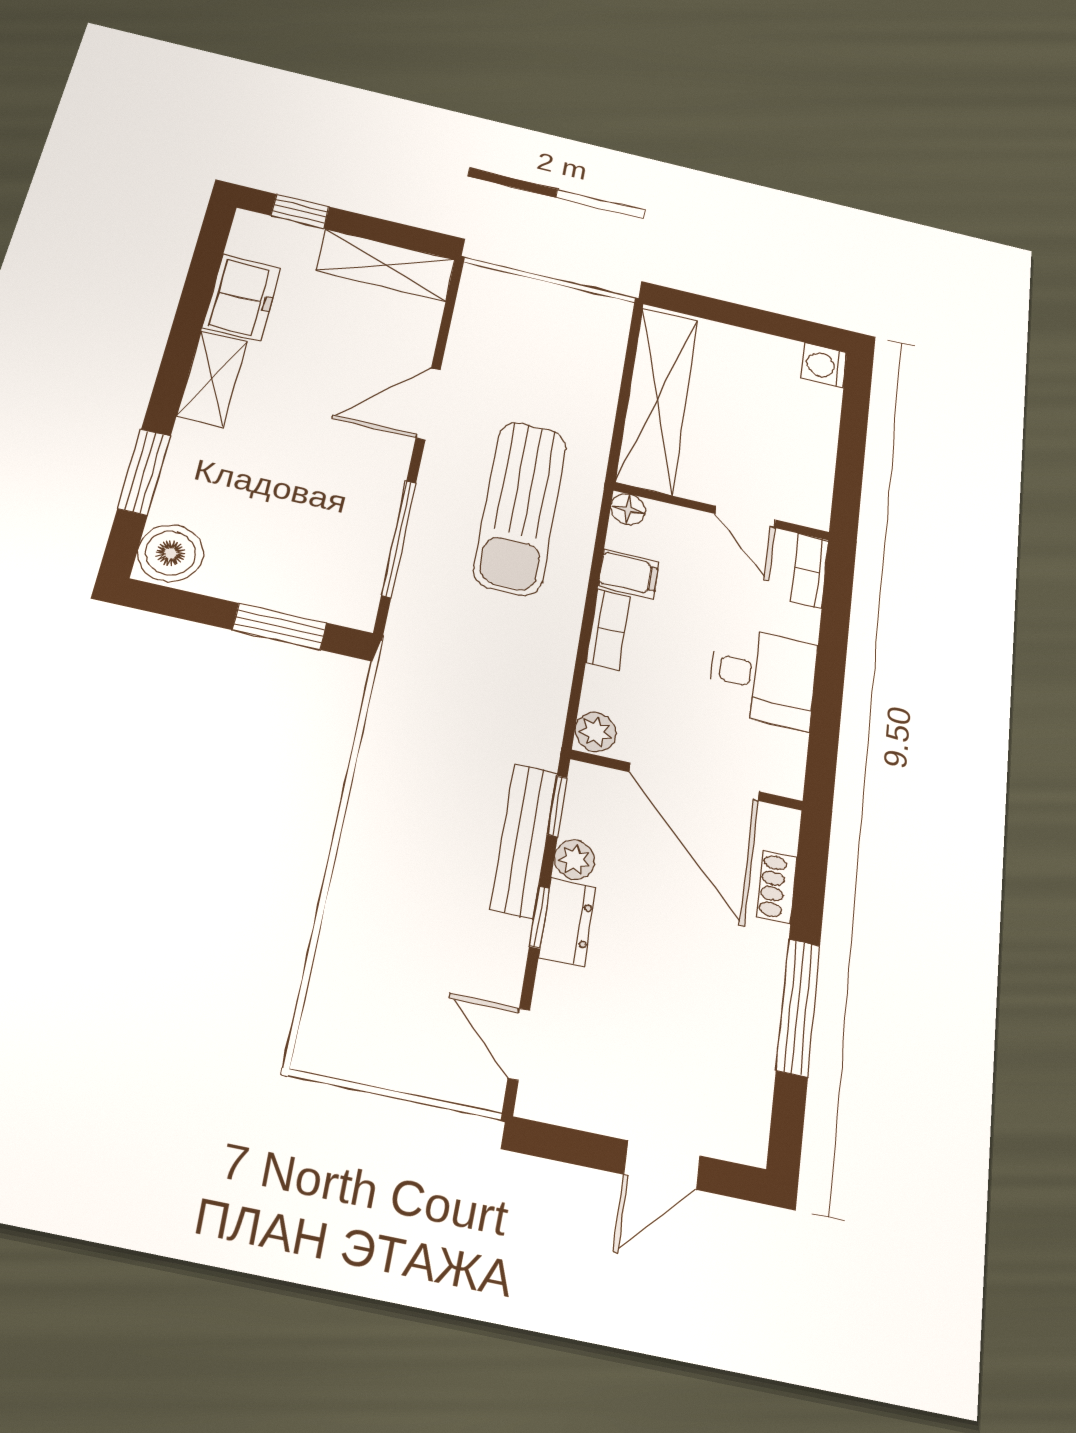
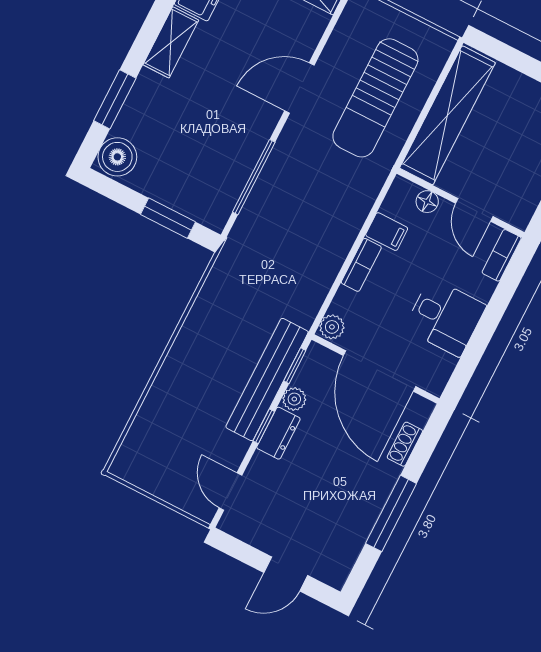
sun lounger: (520, 507) -> (375, 98), moved
floor lamp: (628, 509) -> (427, 202), moved
bench: (524, 840) -> (267, 380), width x1.37, depth x1.21

